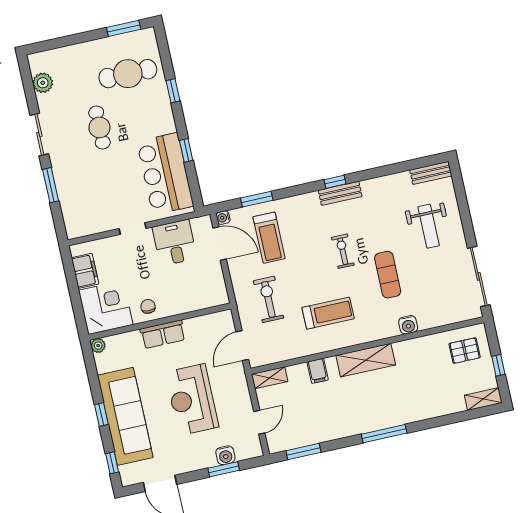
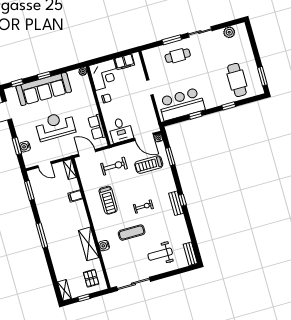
cafe table: (99, 127) -> (178, 56), moved
desk: (175, 243) -> (121, 130), moved, turned 90
door: (220, 244) -> (144, 137), hinge flipped
row of seats: (163, 334) -> (97, 127), moved
shelving: (366, 360) -> (89, 244), moved

